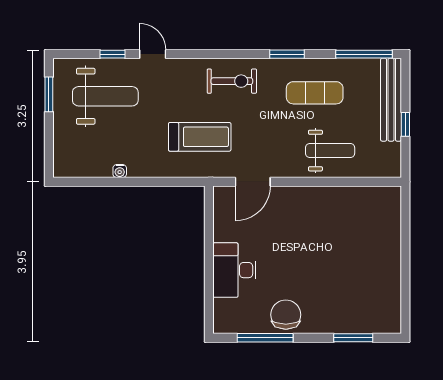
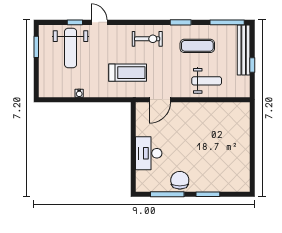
weight bench: (105, 96) -> (71, 48), turned 90
window: (353, 338) -> (208, 194), moved

